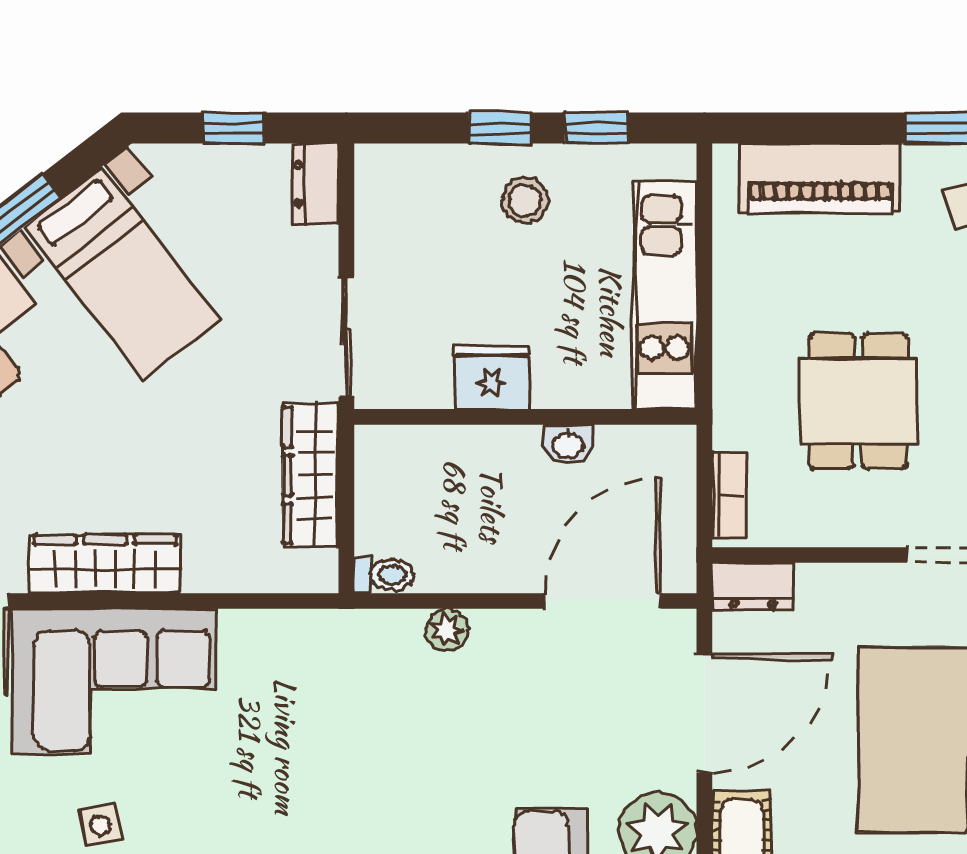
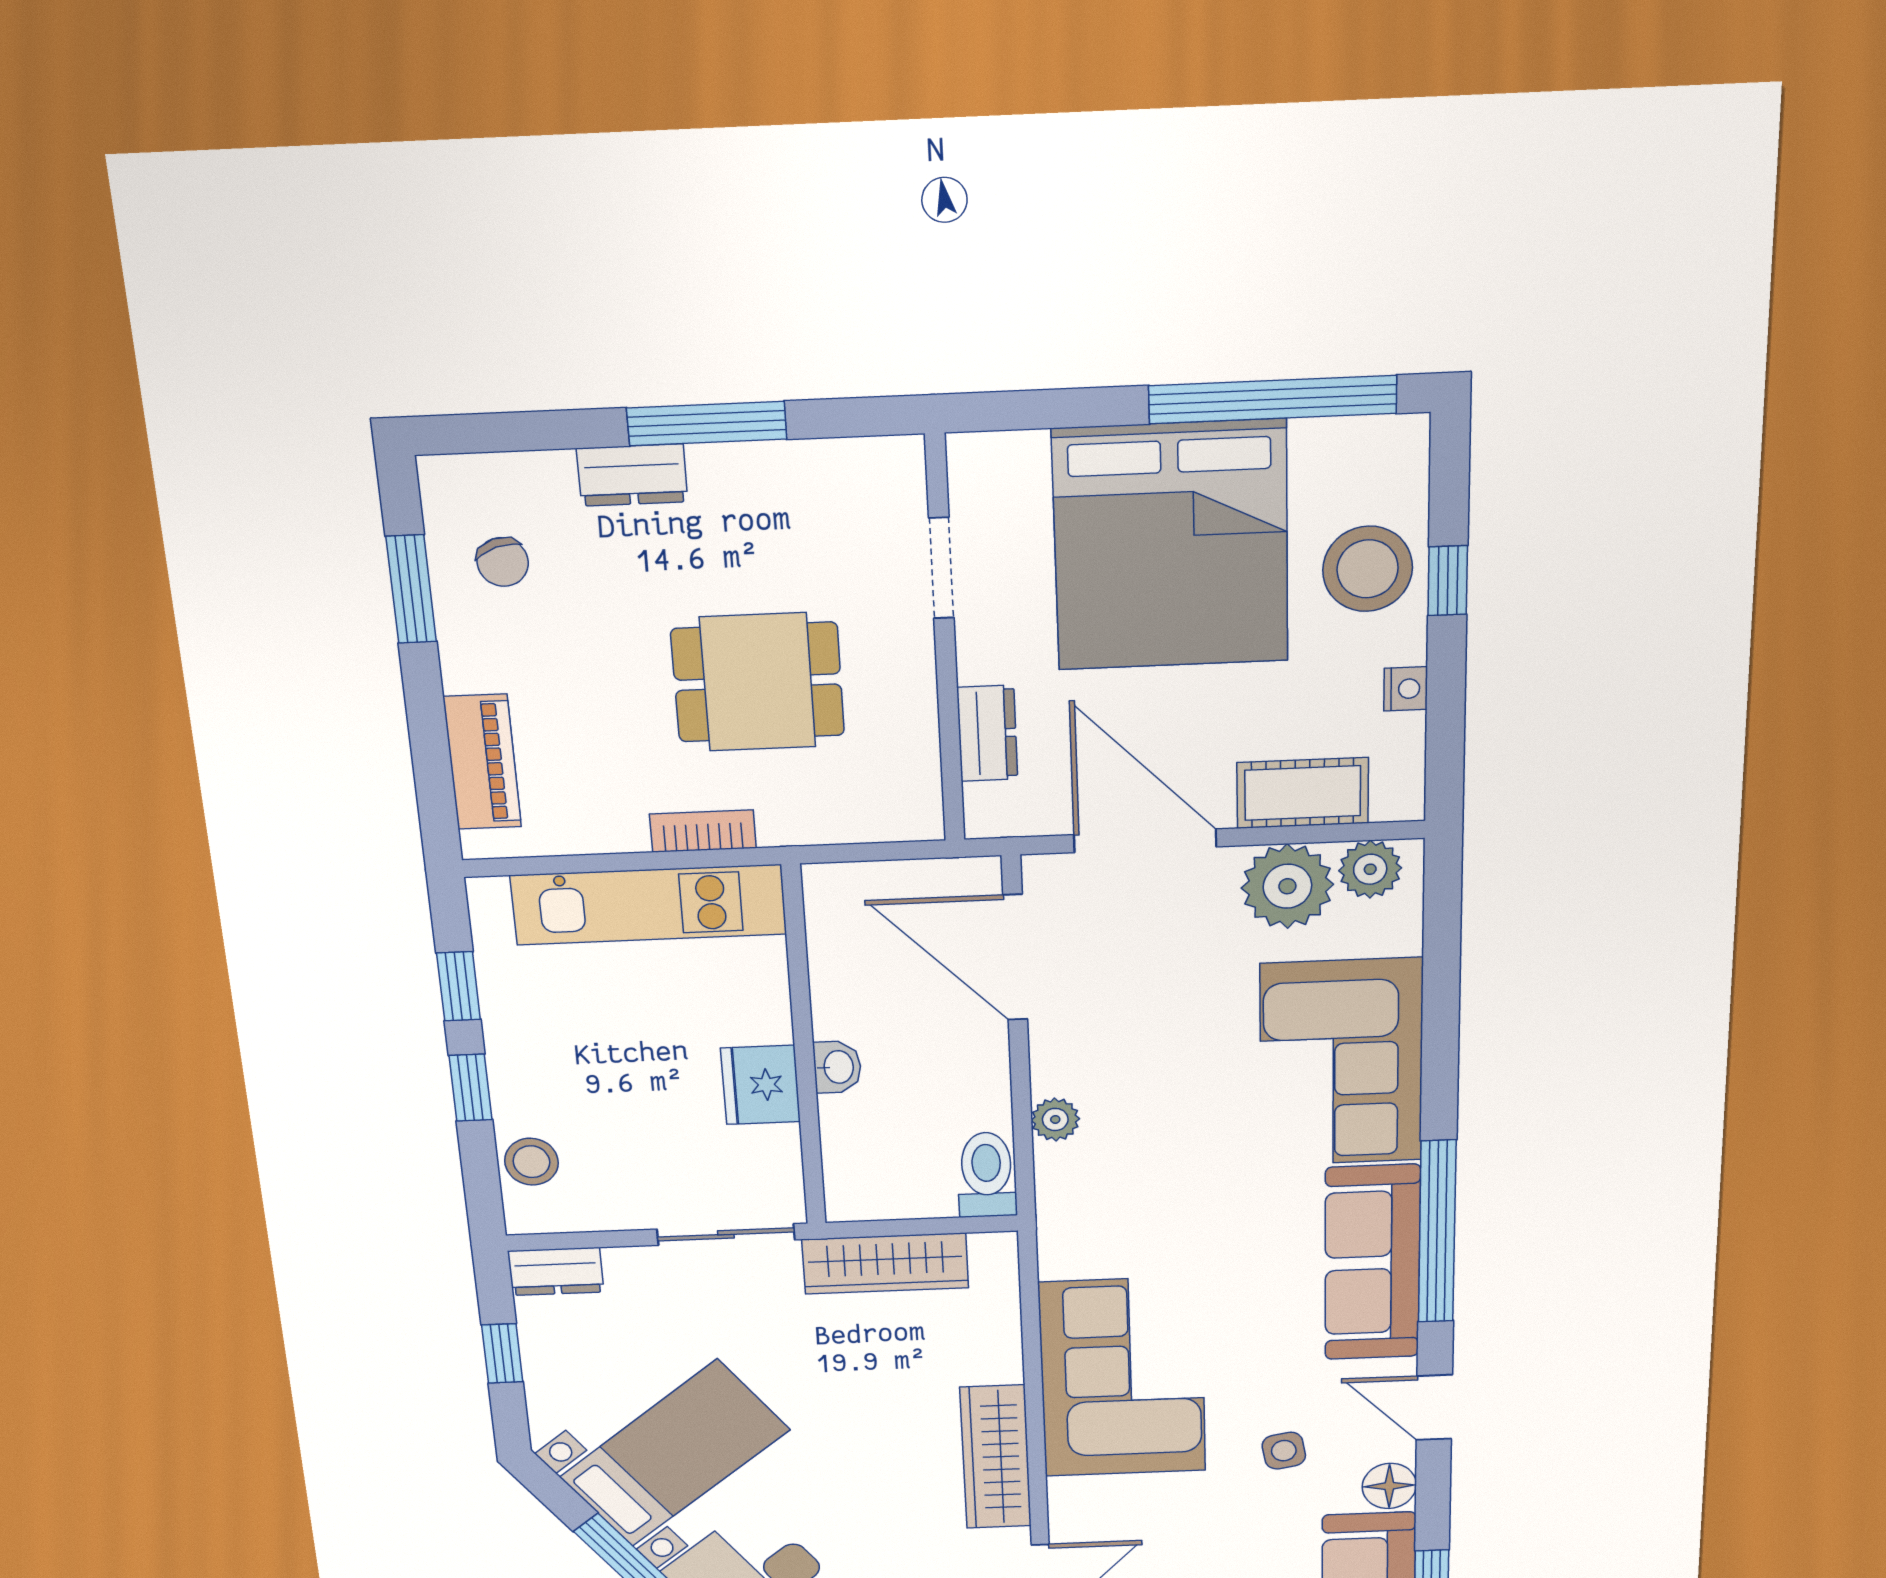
piano: (820, 178) -> (482, 762), width x0.73, depth x0.75
stool: (525, 200) -> (531, 1162), moved
washbasin: (568, 444) -> (837, 1067), moved
bookcase: (729, 494) -> (703, 831), moved
toilet: (384, 575) -> (987, 1175), width x1.37, depth x1.39
dresser: (753, 586) -> (987, 733), moved
corner sofa: (115, 681) -> (1123, 1377), moved

